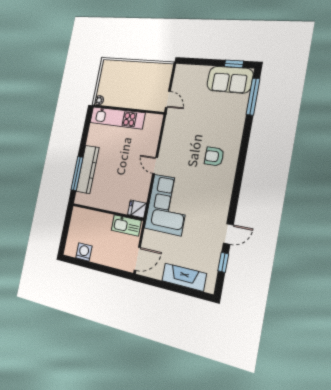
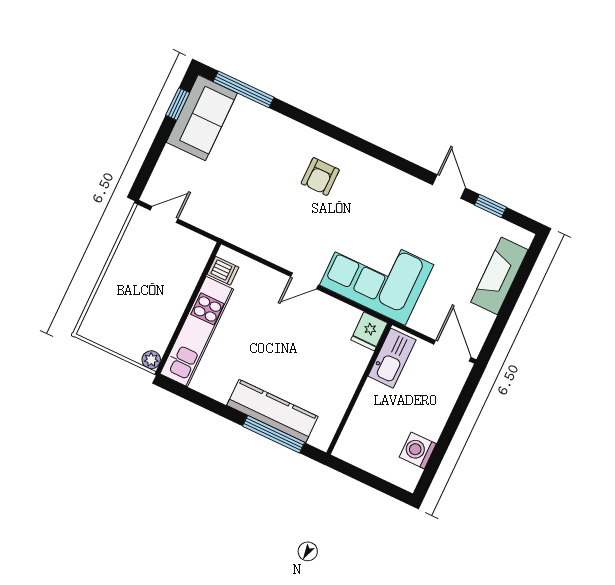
door: (168, 99) -> (164, 214), moved
dishwasher: (150, 120) -> (223, 271), added

